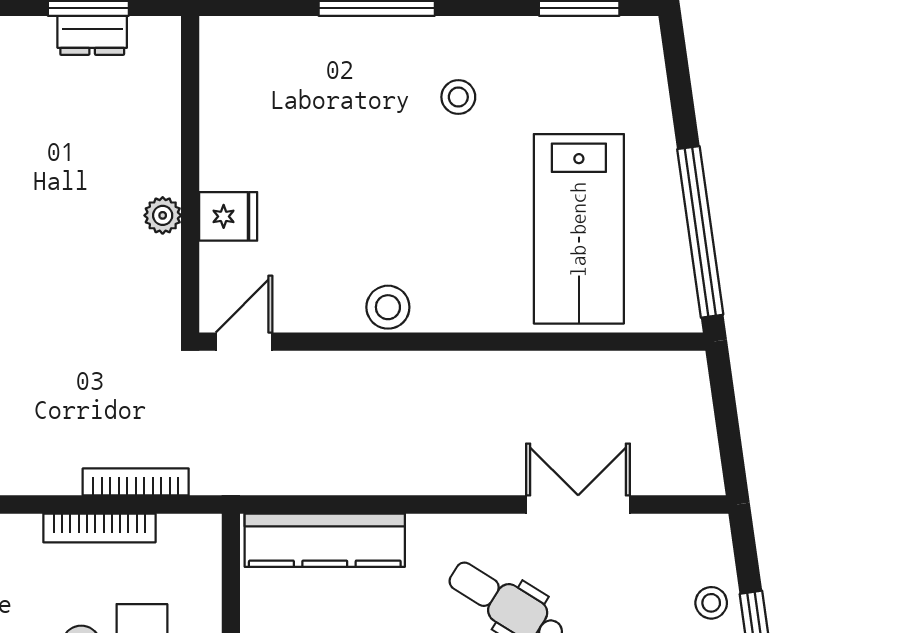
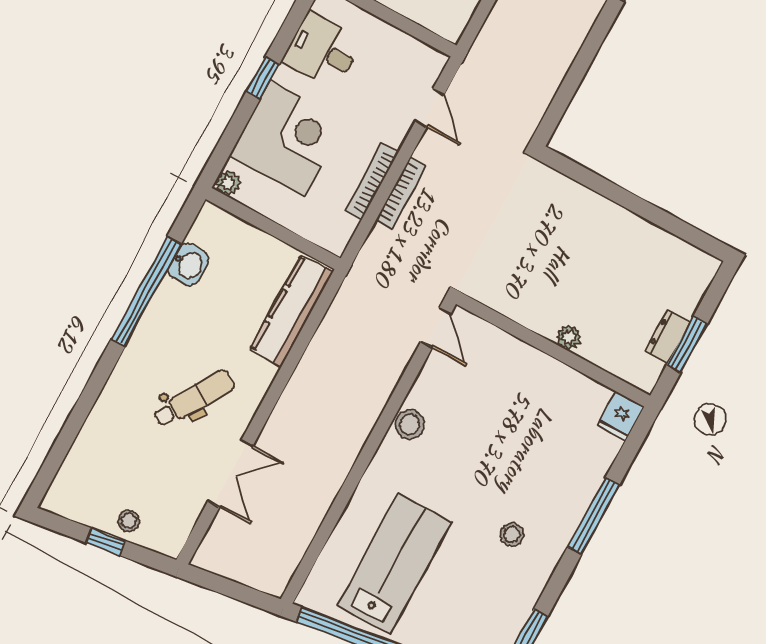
plant: (163, 215) -> (569, 337), moved
fridge: (228, 216) -> (621, 416), moved
lab bench: (579, 229) -> (394, 564), turned 90
bookcase: (136, 482) -> (401, 193), moved

